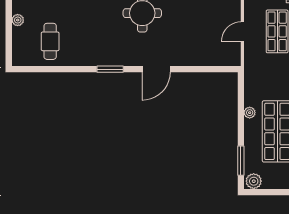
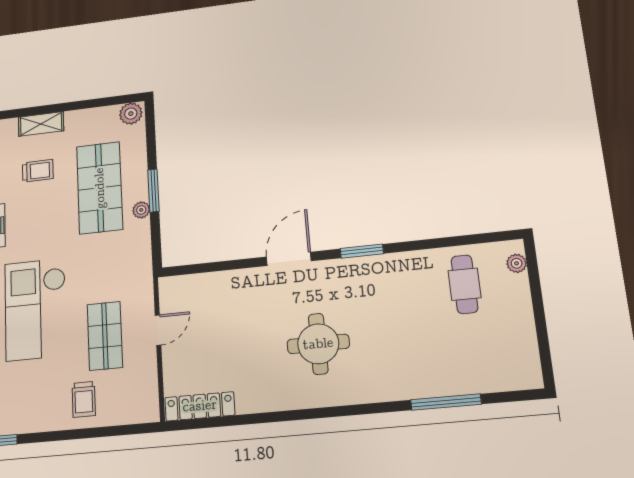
plant: (18, 20) -> (517, 263), moved
window: (241, 161) -> (153, 191), moved

